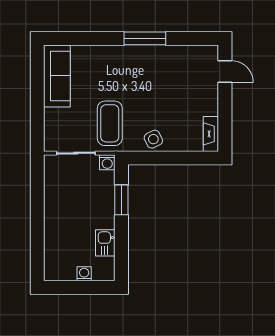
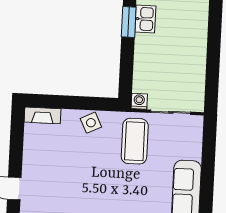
fireplace: (211, 134) -> (43, 115), moved, turned 90
window: (121, 200) -> (129, 22), moved

